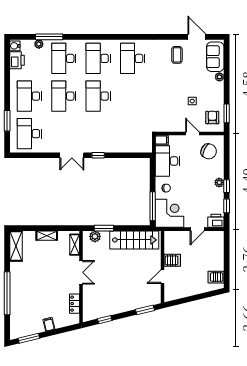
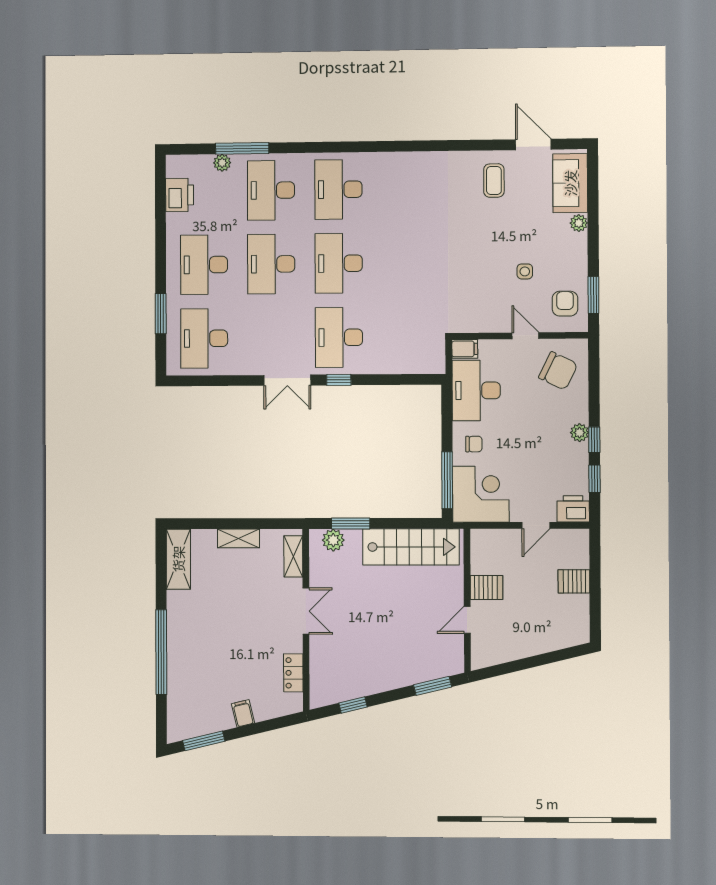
water cooler: (15, 46) -> (175, 167), removed
desk: (133, 58) -> (339, 337), moved
server rack: (216, 277) -> (574, 581), moved

